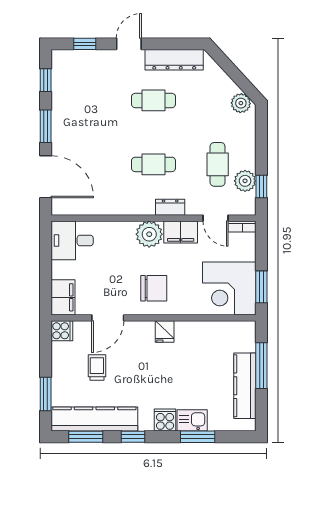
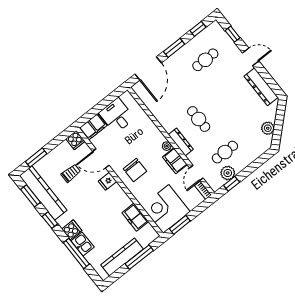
cafe table: (153, 100) -> (205, 60), moved, turned 90
plant: (241, 103) -> (268, 128), moved
dresser: (170, 207) -> (181, 142), width x1.44
plant: (149, 234) -> (167, 146), width x0.53, depth x0.53
desk: (72, 240) -> (117, 116), moved
fridge: (165, 331) -> (108, 181), moved
freezer: (210, 332) -> (135, 217), added
window: (198, 437) -> (76, 253), width x1.44

